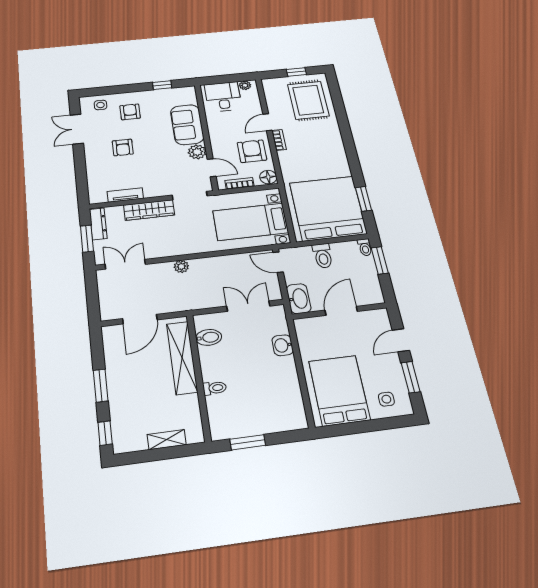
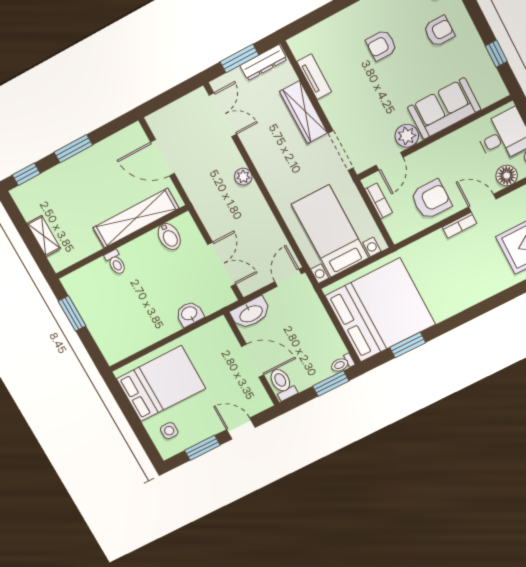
floor lamp: (268, 177) -> (507, 176), moved
toilet: (323, 256) -> (282, 384), moved, turned 90

